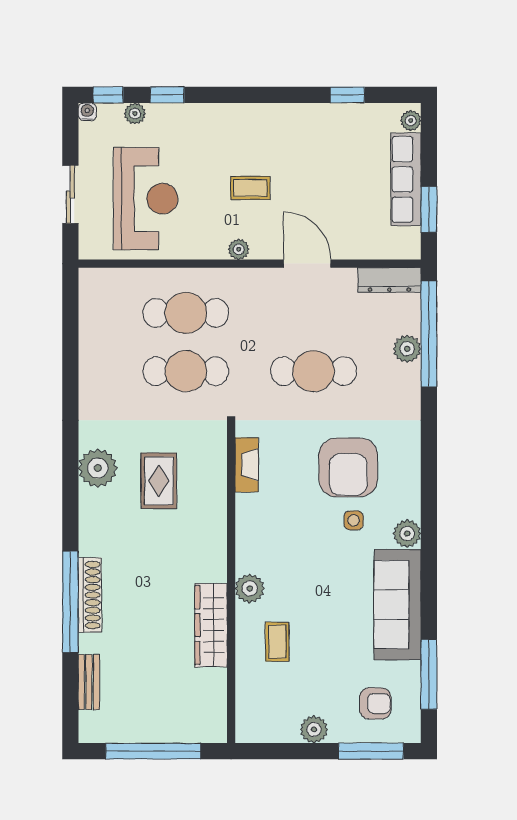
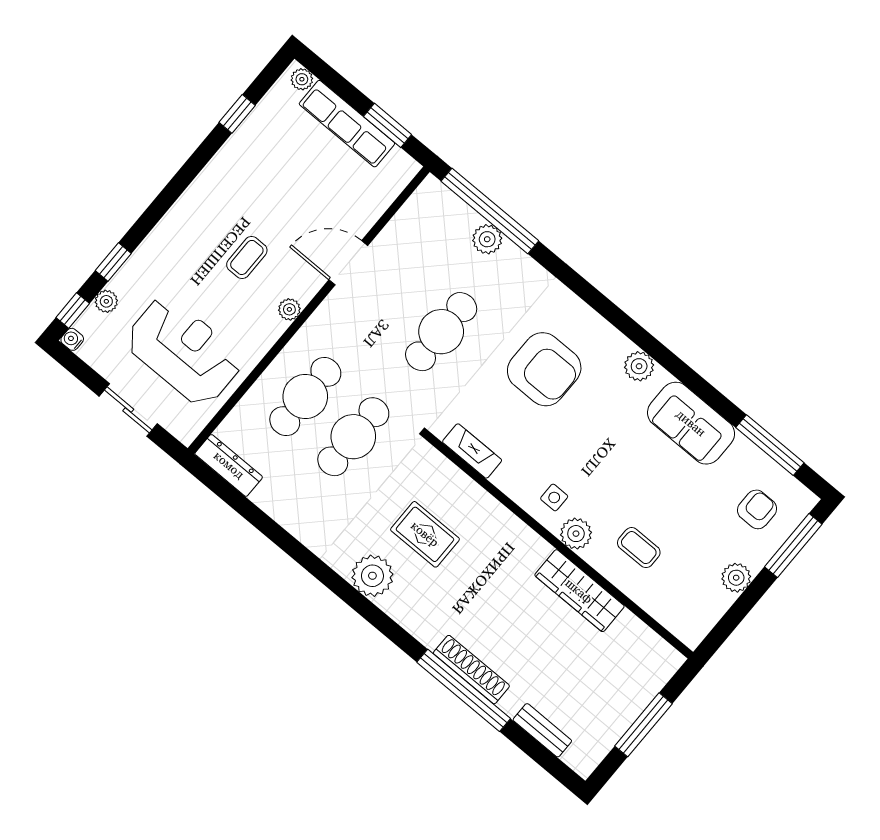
dresser: (389, 280) -> (229, 465), moved, turned -90
side table: (354, 520) -> (554, 497), moved
sofa: (398, 605) -> (691, 423), width x0.73
window: (153, 751) -> (643, 725), width x0.68

